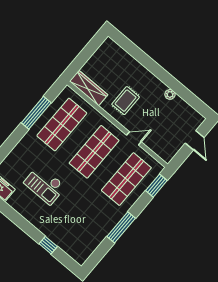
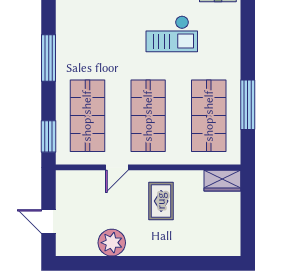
wardrobe: (89, 88) -> (222, 181), width x0.67
plant: (170, 94) -> (112, 243), width x1.87, depth x1.87
checkout: (45, 185) -> (172, 34), turned 180

